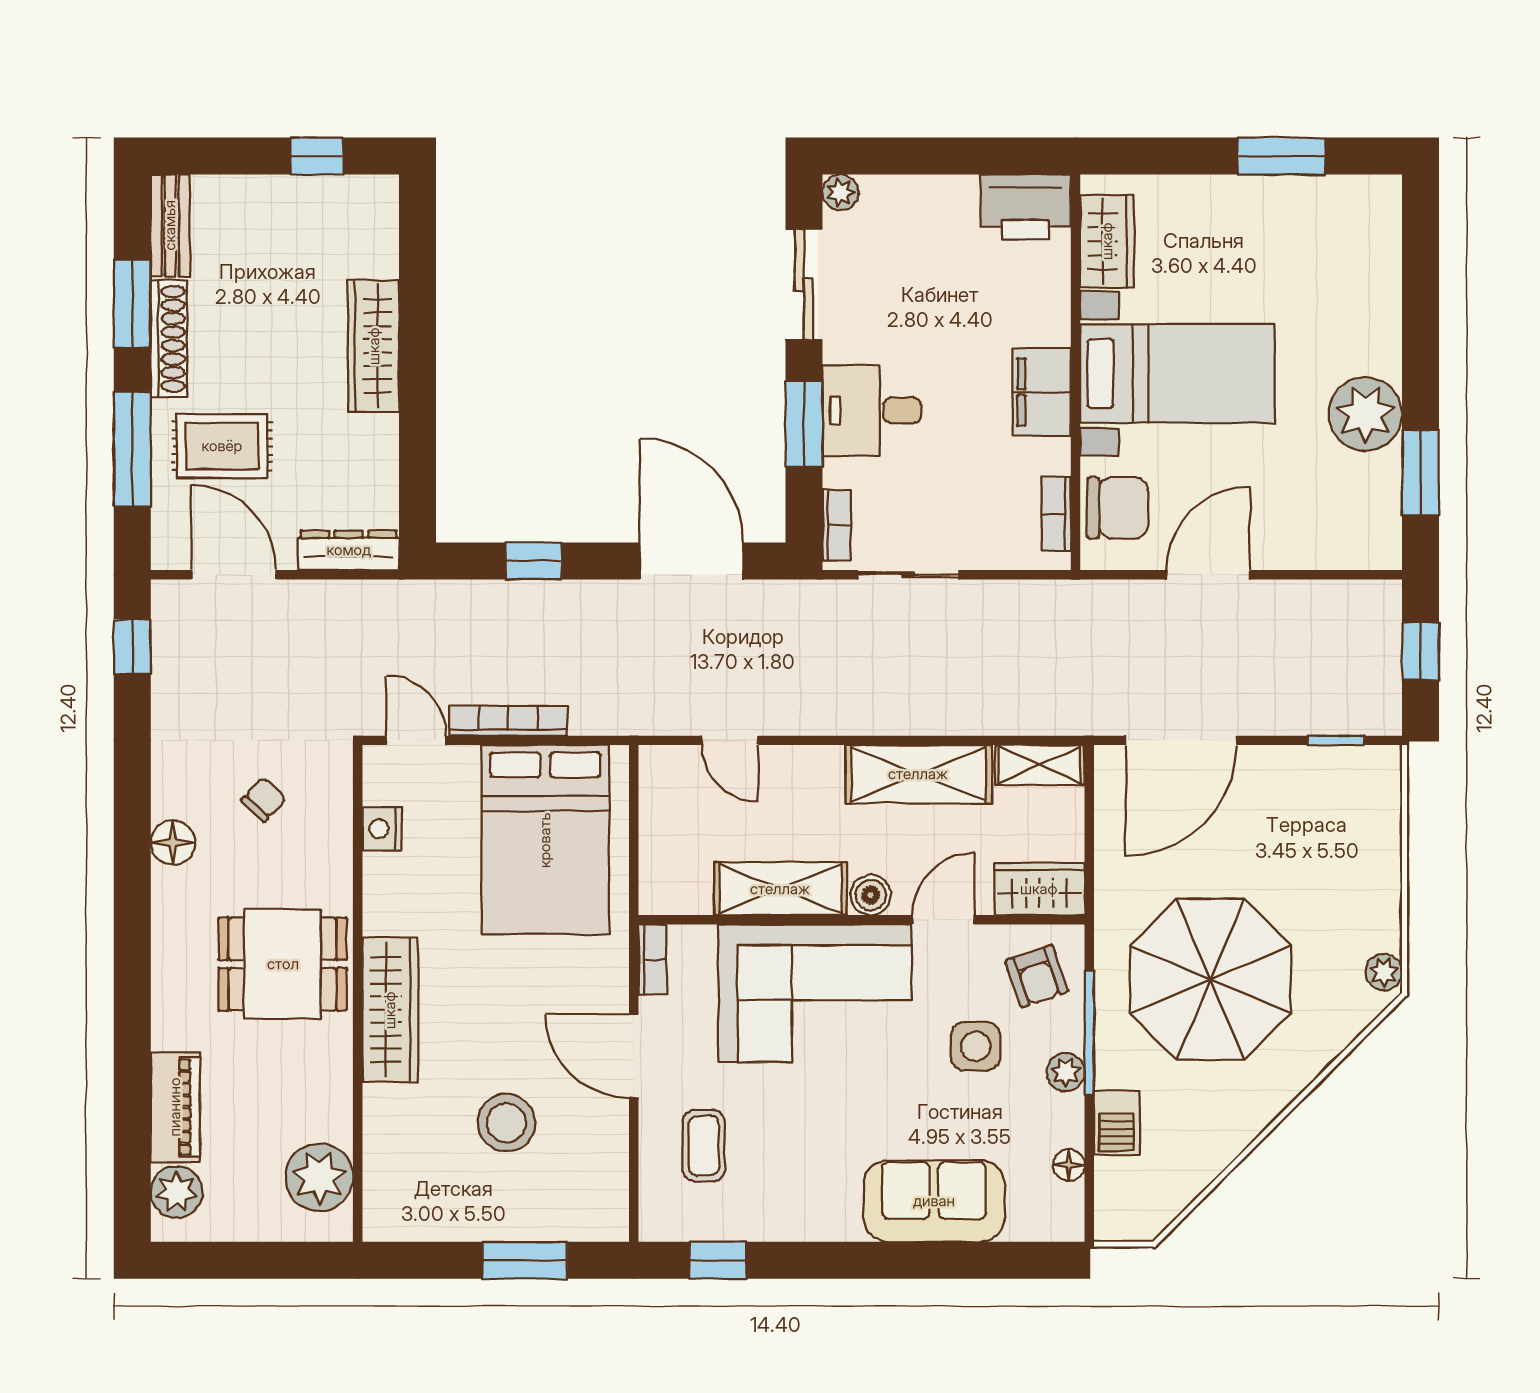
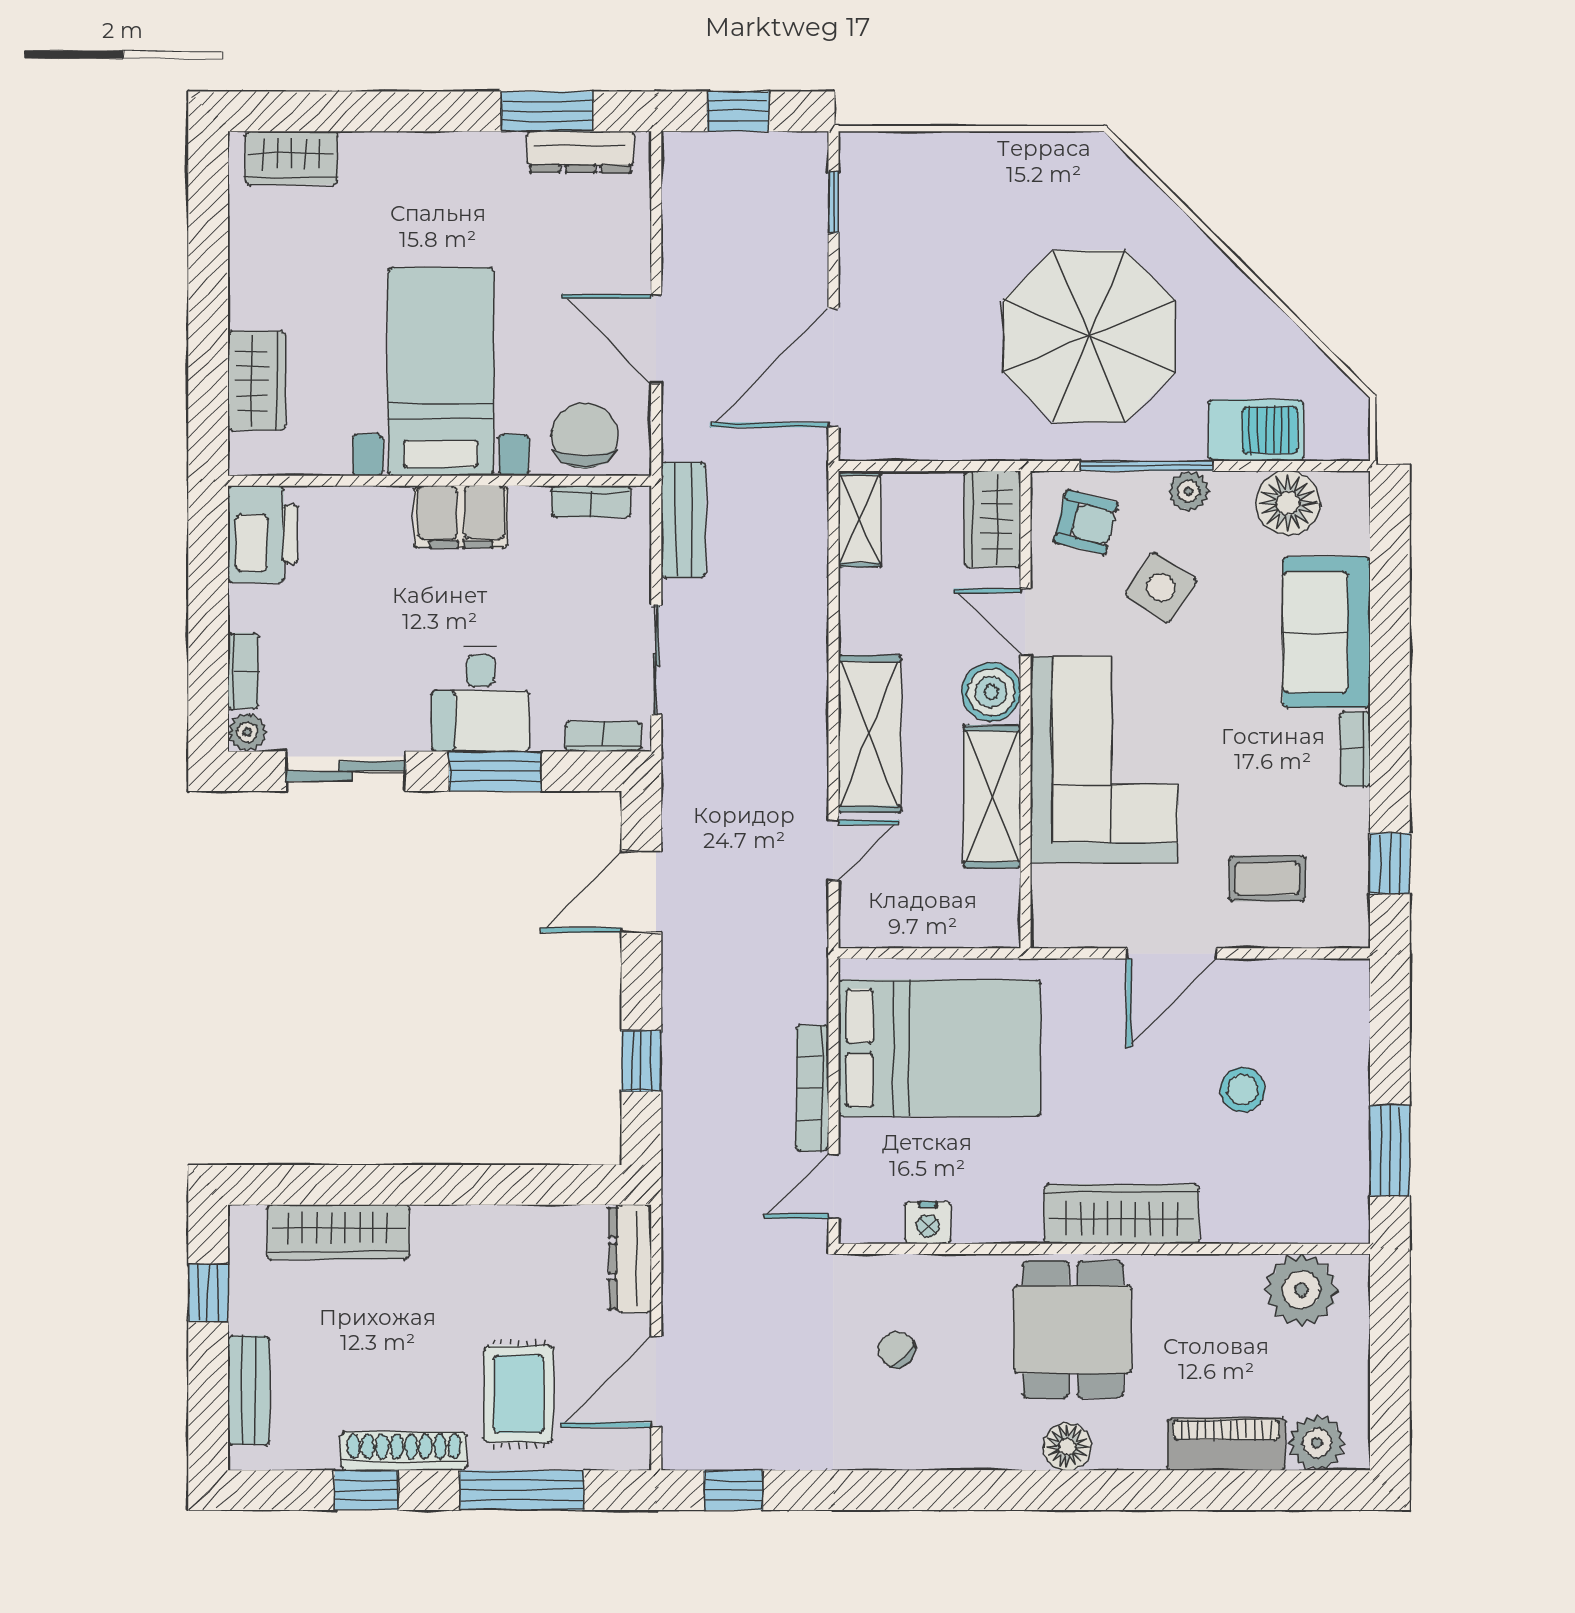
window: (1282, 156) -> (208, 260), removed
bookcase: (898, 189) -> (243, 671), added
bench: (170, 225) -> (249, 1390), moved, turned 90
wardrobe: (1377, 234) -> (292, 158), added
wardrobe: (1107, 241) -> (257, 381), moved, turned 90
window: (132, 304) -> (366, 1490), width x0.67
wardrobe: (374, 346) -> (338, 1232), moved
plant: (1365, 414) -> (484, 170), removed
dresser: (1383, 504) -> (580, 152), added
door: (691, 561) -> (641, 892), width x0.73
bench: (1039, 600) -> (683, 520), added
door: (1181, 740) -> (833, 368), swing flipped
shelving: (918, 774) -> (870, 734), moved
floor lamp: (173, 842) -> (1067, 1447), moved
boiler: (871, 895) -> (991, 692), width x1.36, depth x1.36
bookcase: (652, 959) -> (1355, 749), moved, turned -90
plant: (1384, 972) -> (1081, 151), removed
armchair: (1037, 976) -> (1086, 522), turned 33
side table: (976, 1046) -> (1161, 588), turned 34
stool: (506, 1123) -> (1243, 1090), width x0.73, depth x0.73
barbecue: (1117, 1123) -> (1256, 430), width x1.38, depth x1.27
floor lamp: (1069, 1165) -> (1288, 503), width x1.89, depth x1.89
window: (525, 1260) -> (1390, 1151), moved

